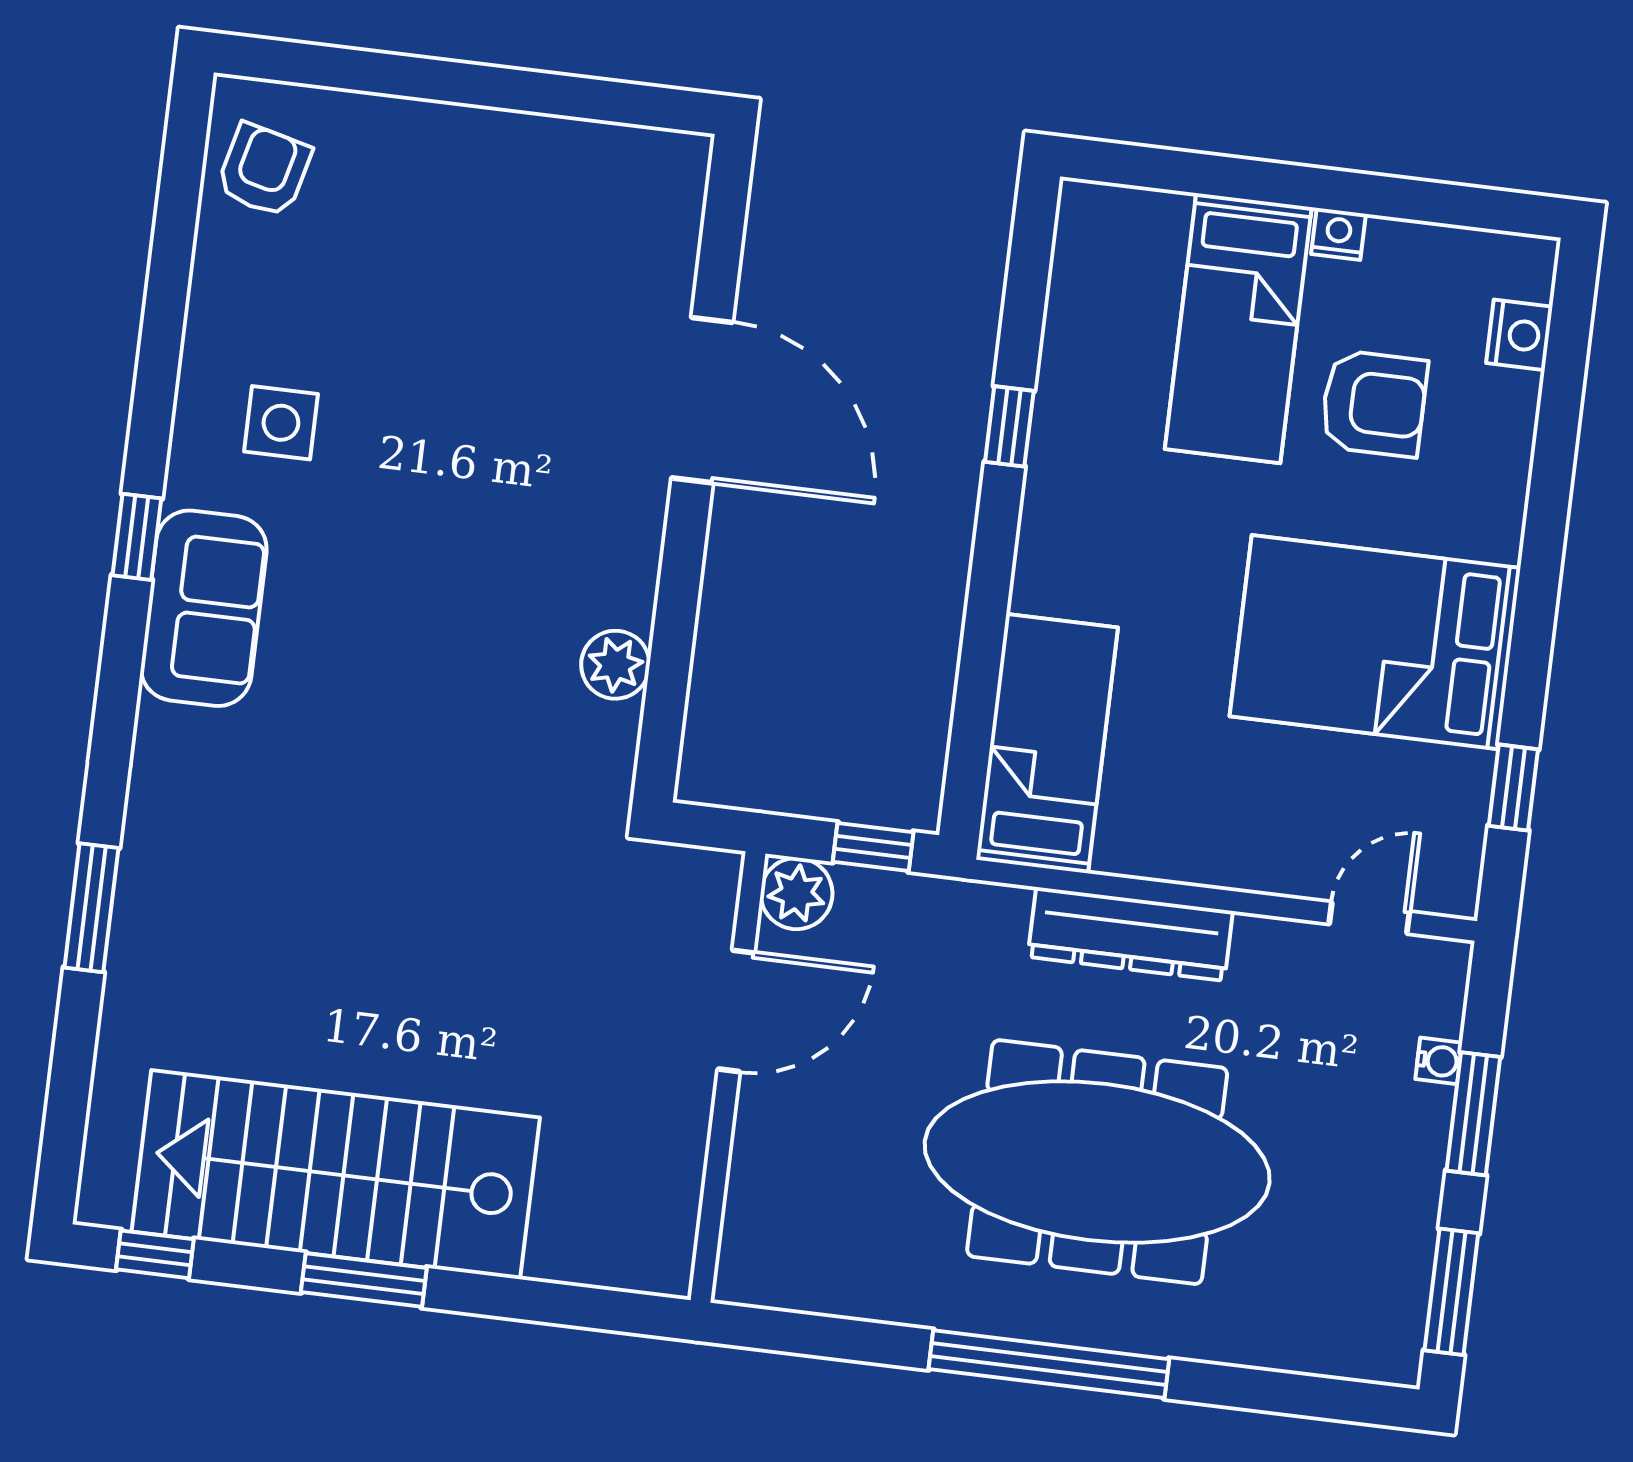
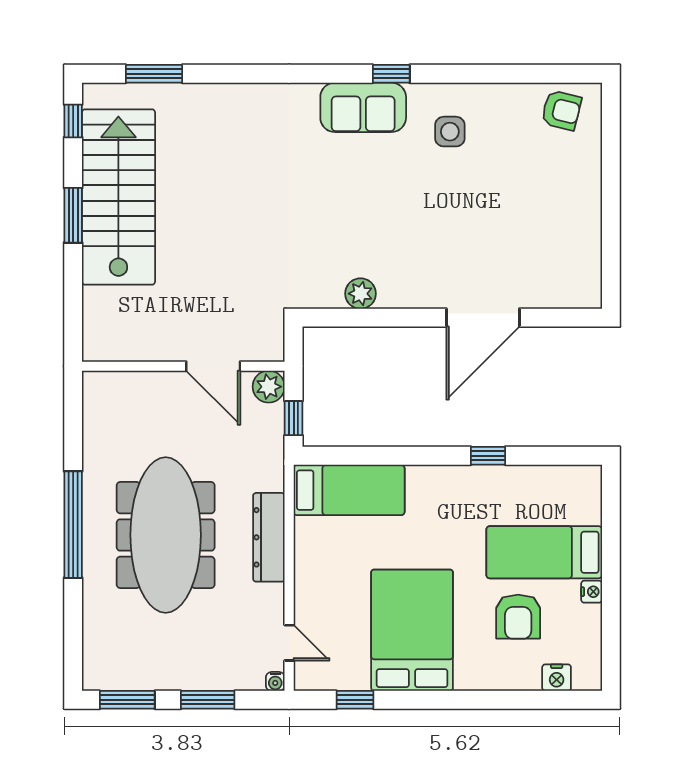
window: (91, 908) -> (154, 74), moved
water cooler: (1439, 1061) -> (275, 681), moved

